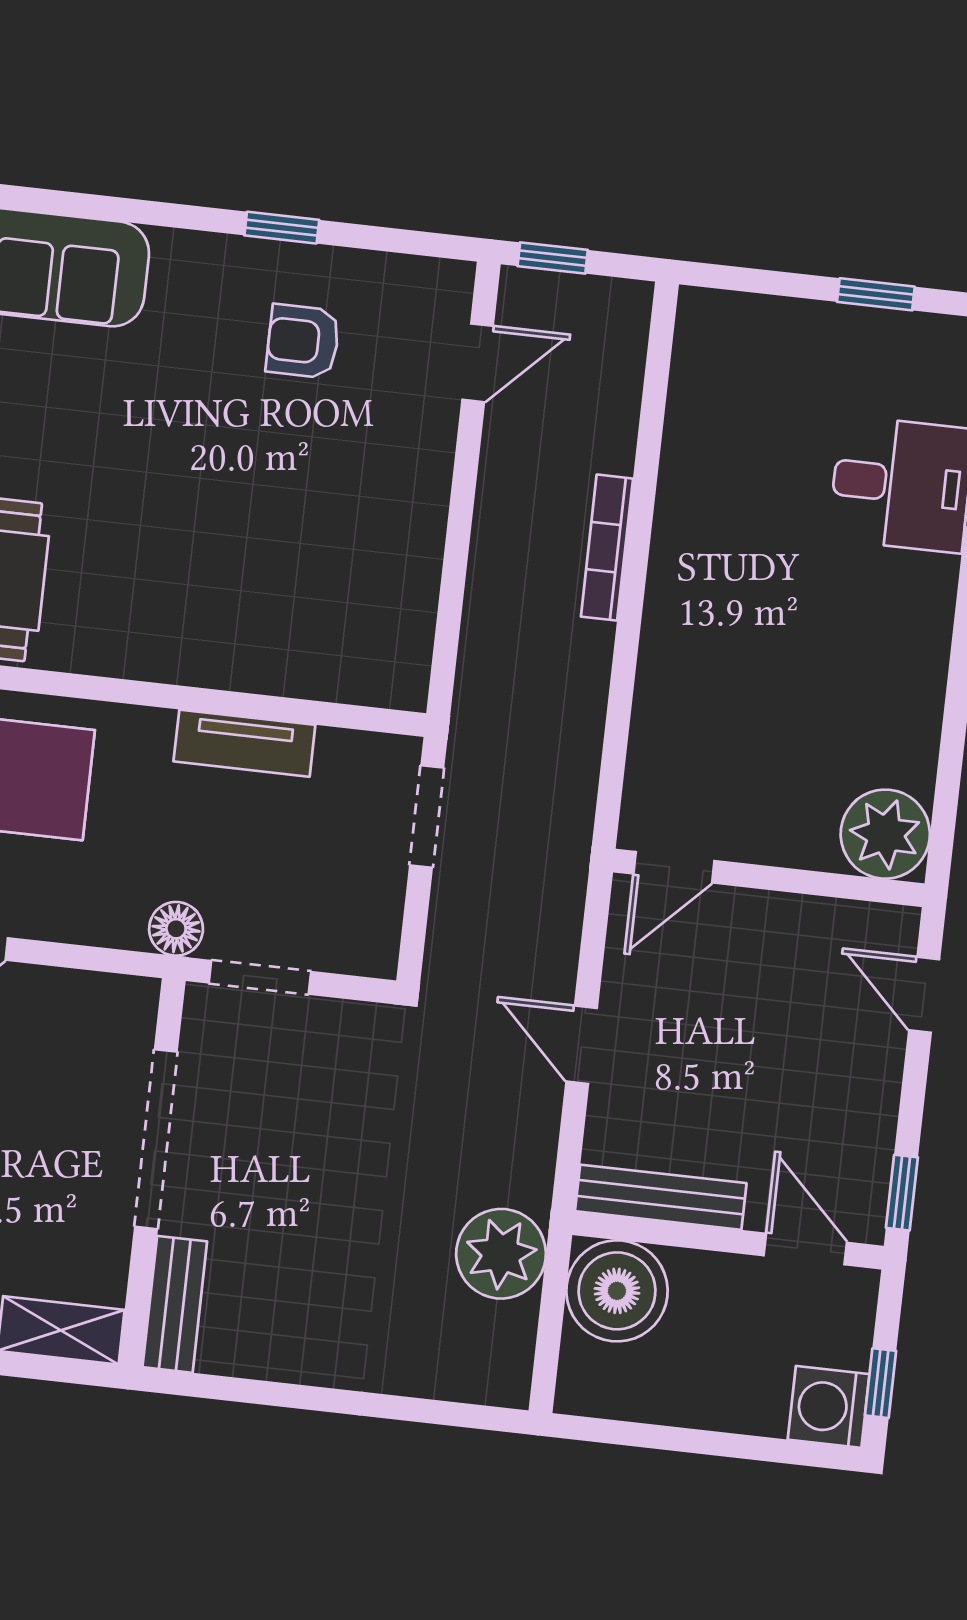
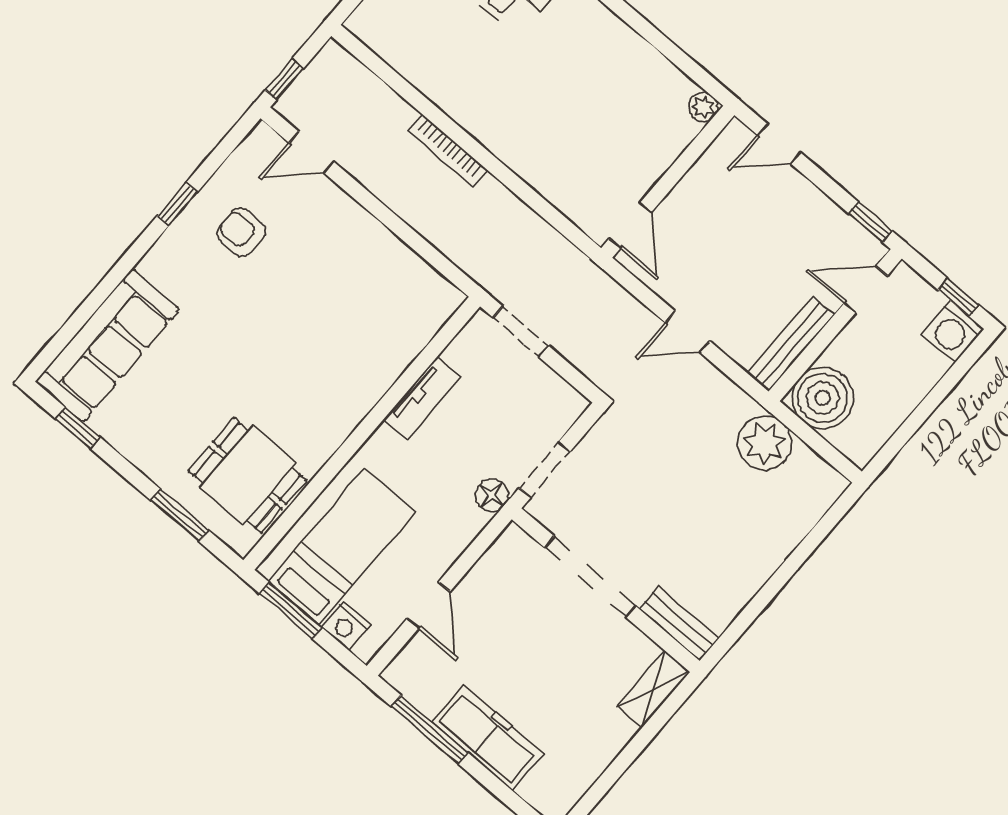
armchair: (303, 341) -> (241, 232), turned 90
door: (478, 363) -> (311, 152), swing flipped
plant: (885, 834) -> (703, 107), width x0.53, depth x0.53

